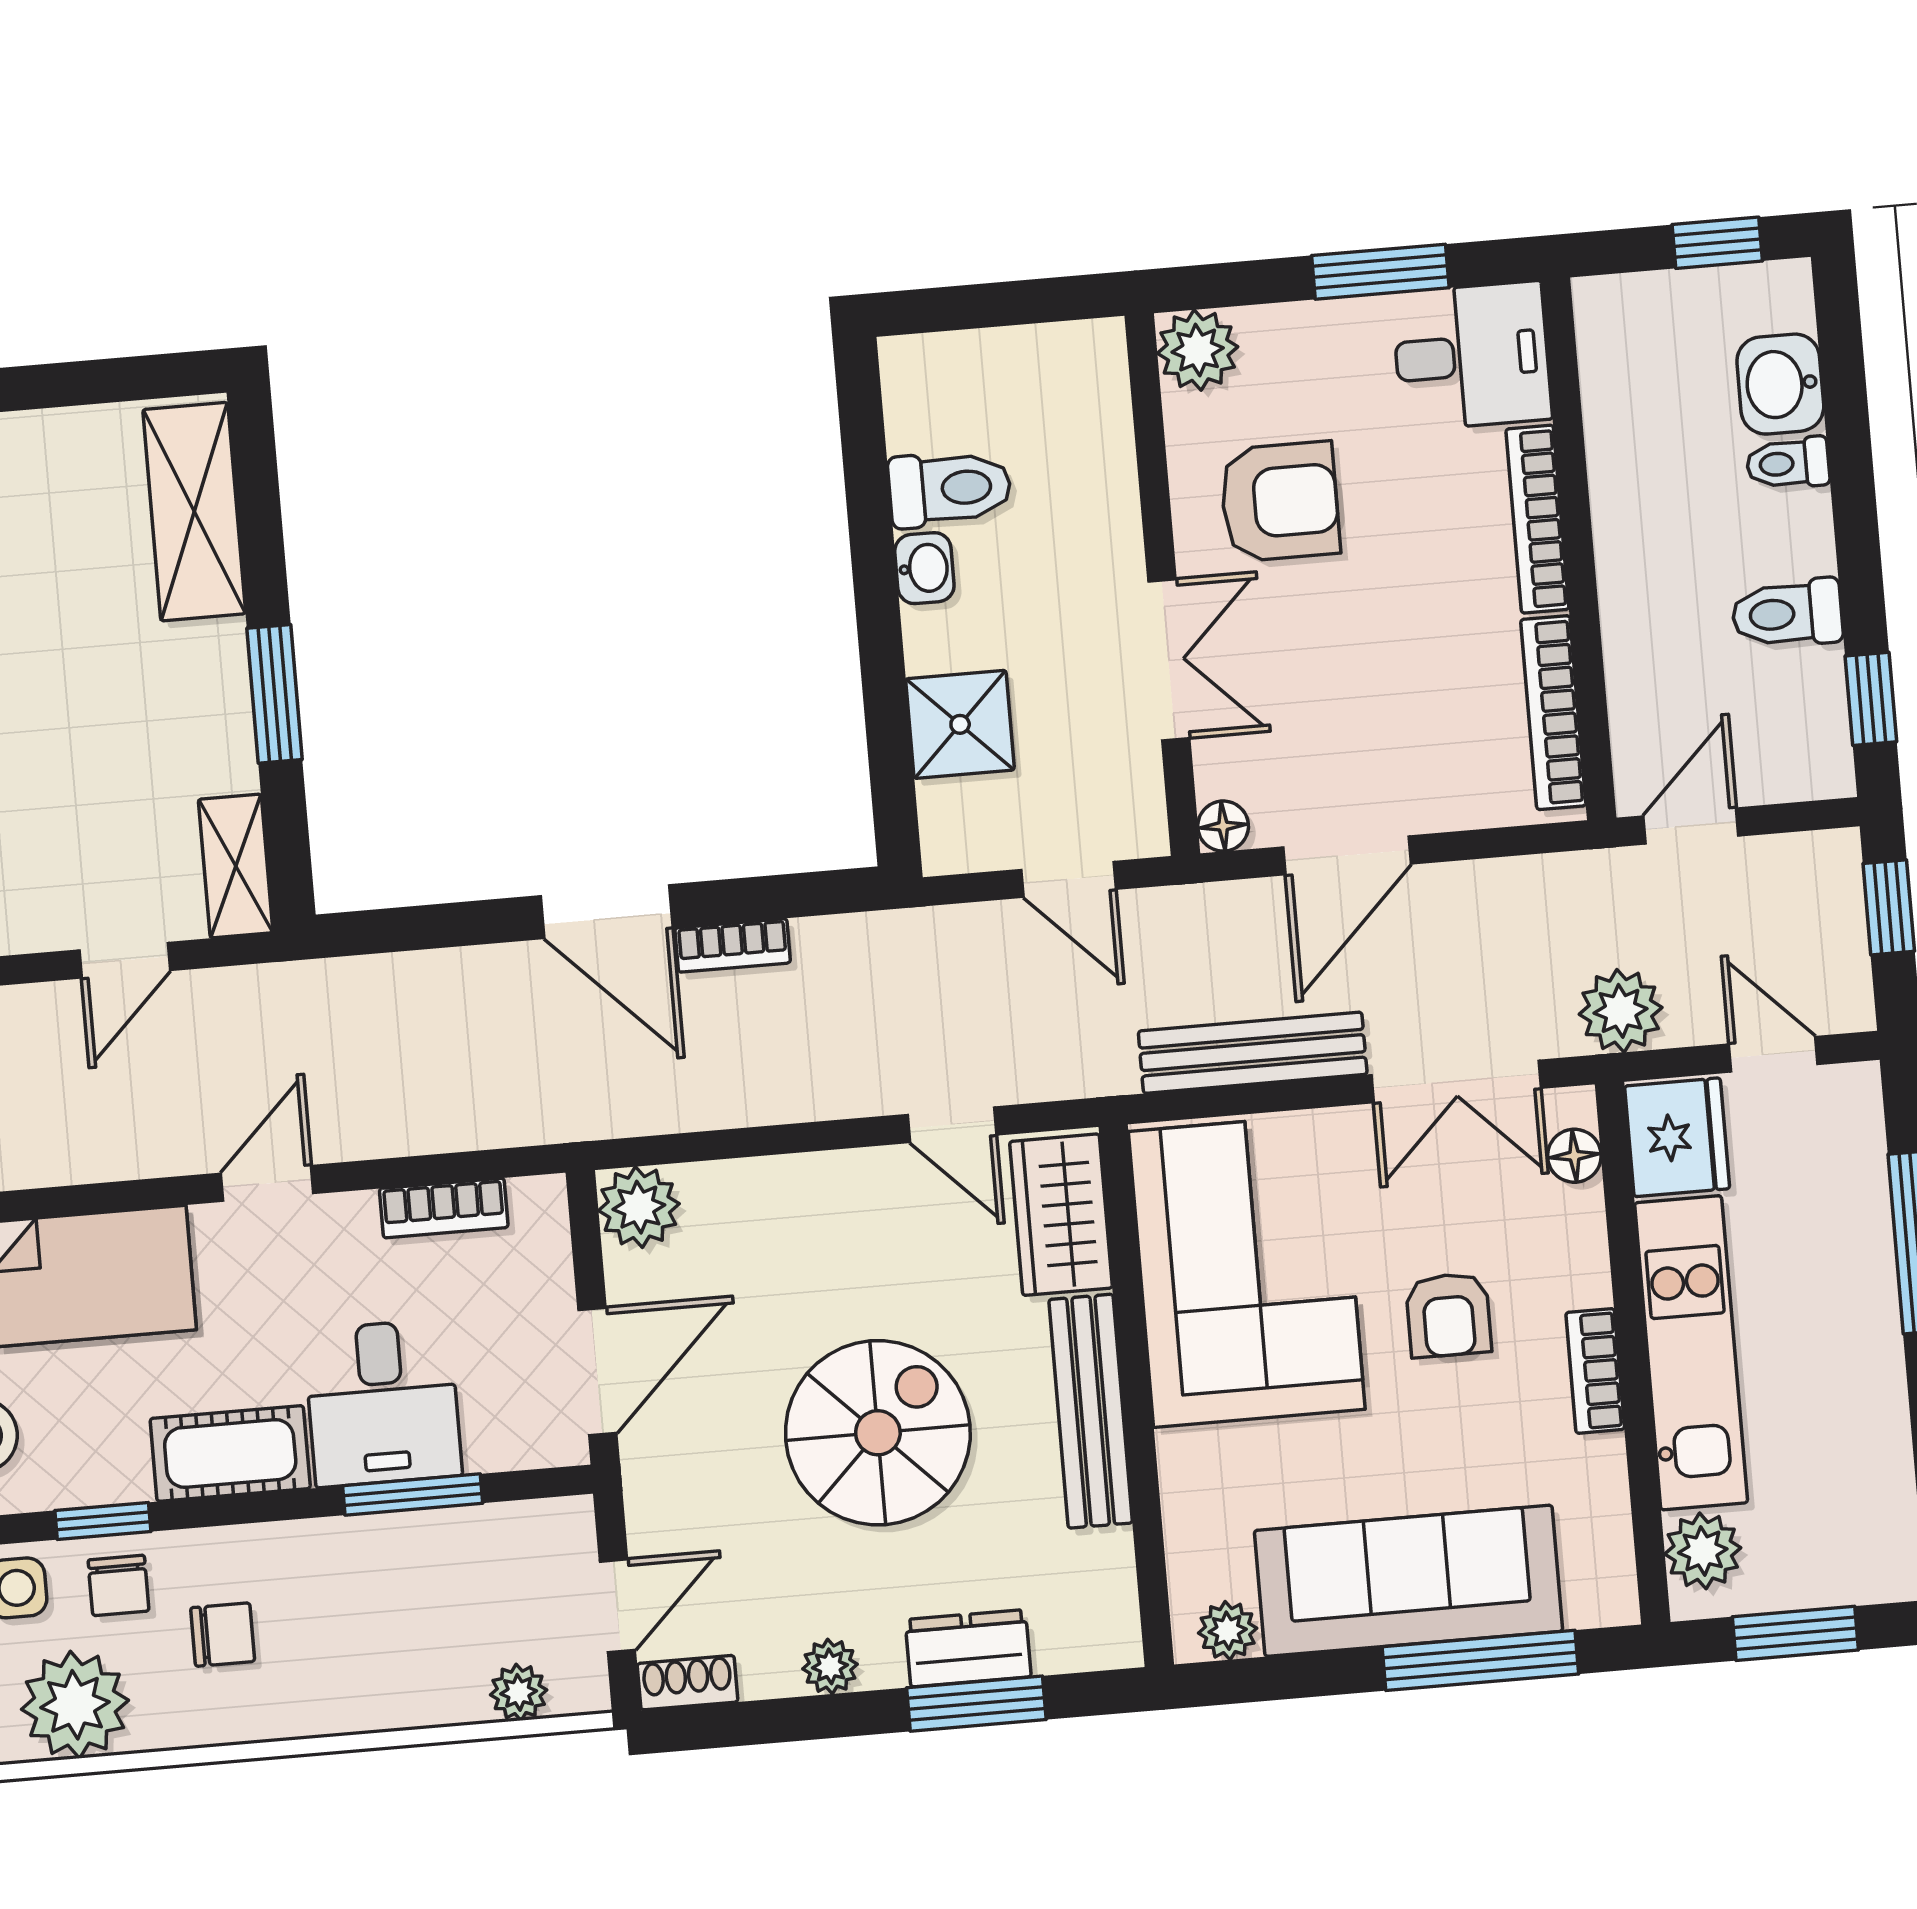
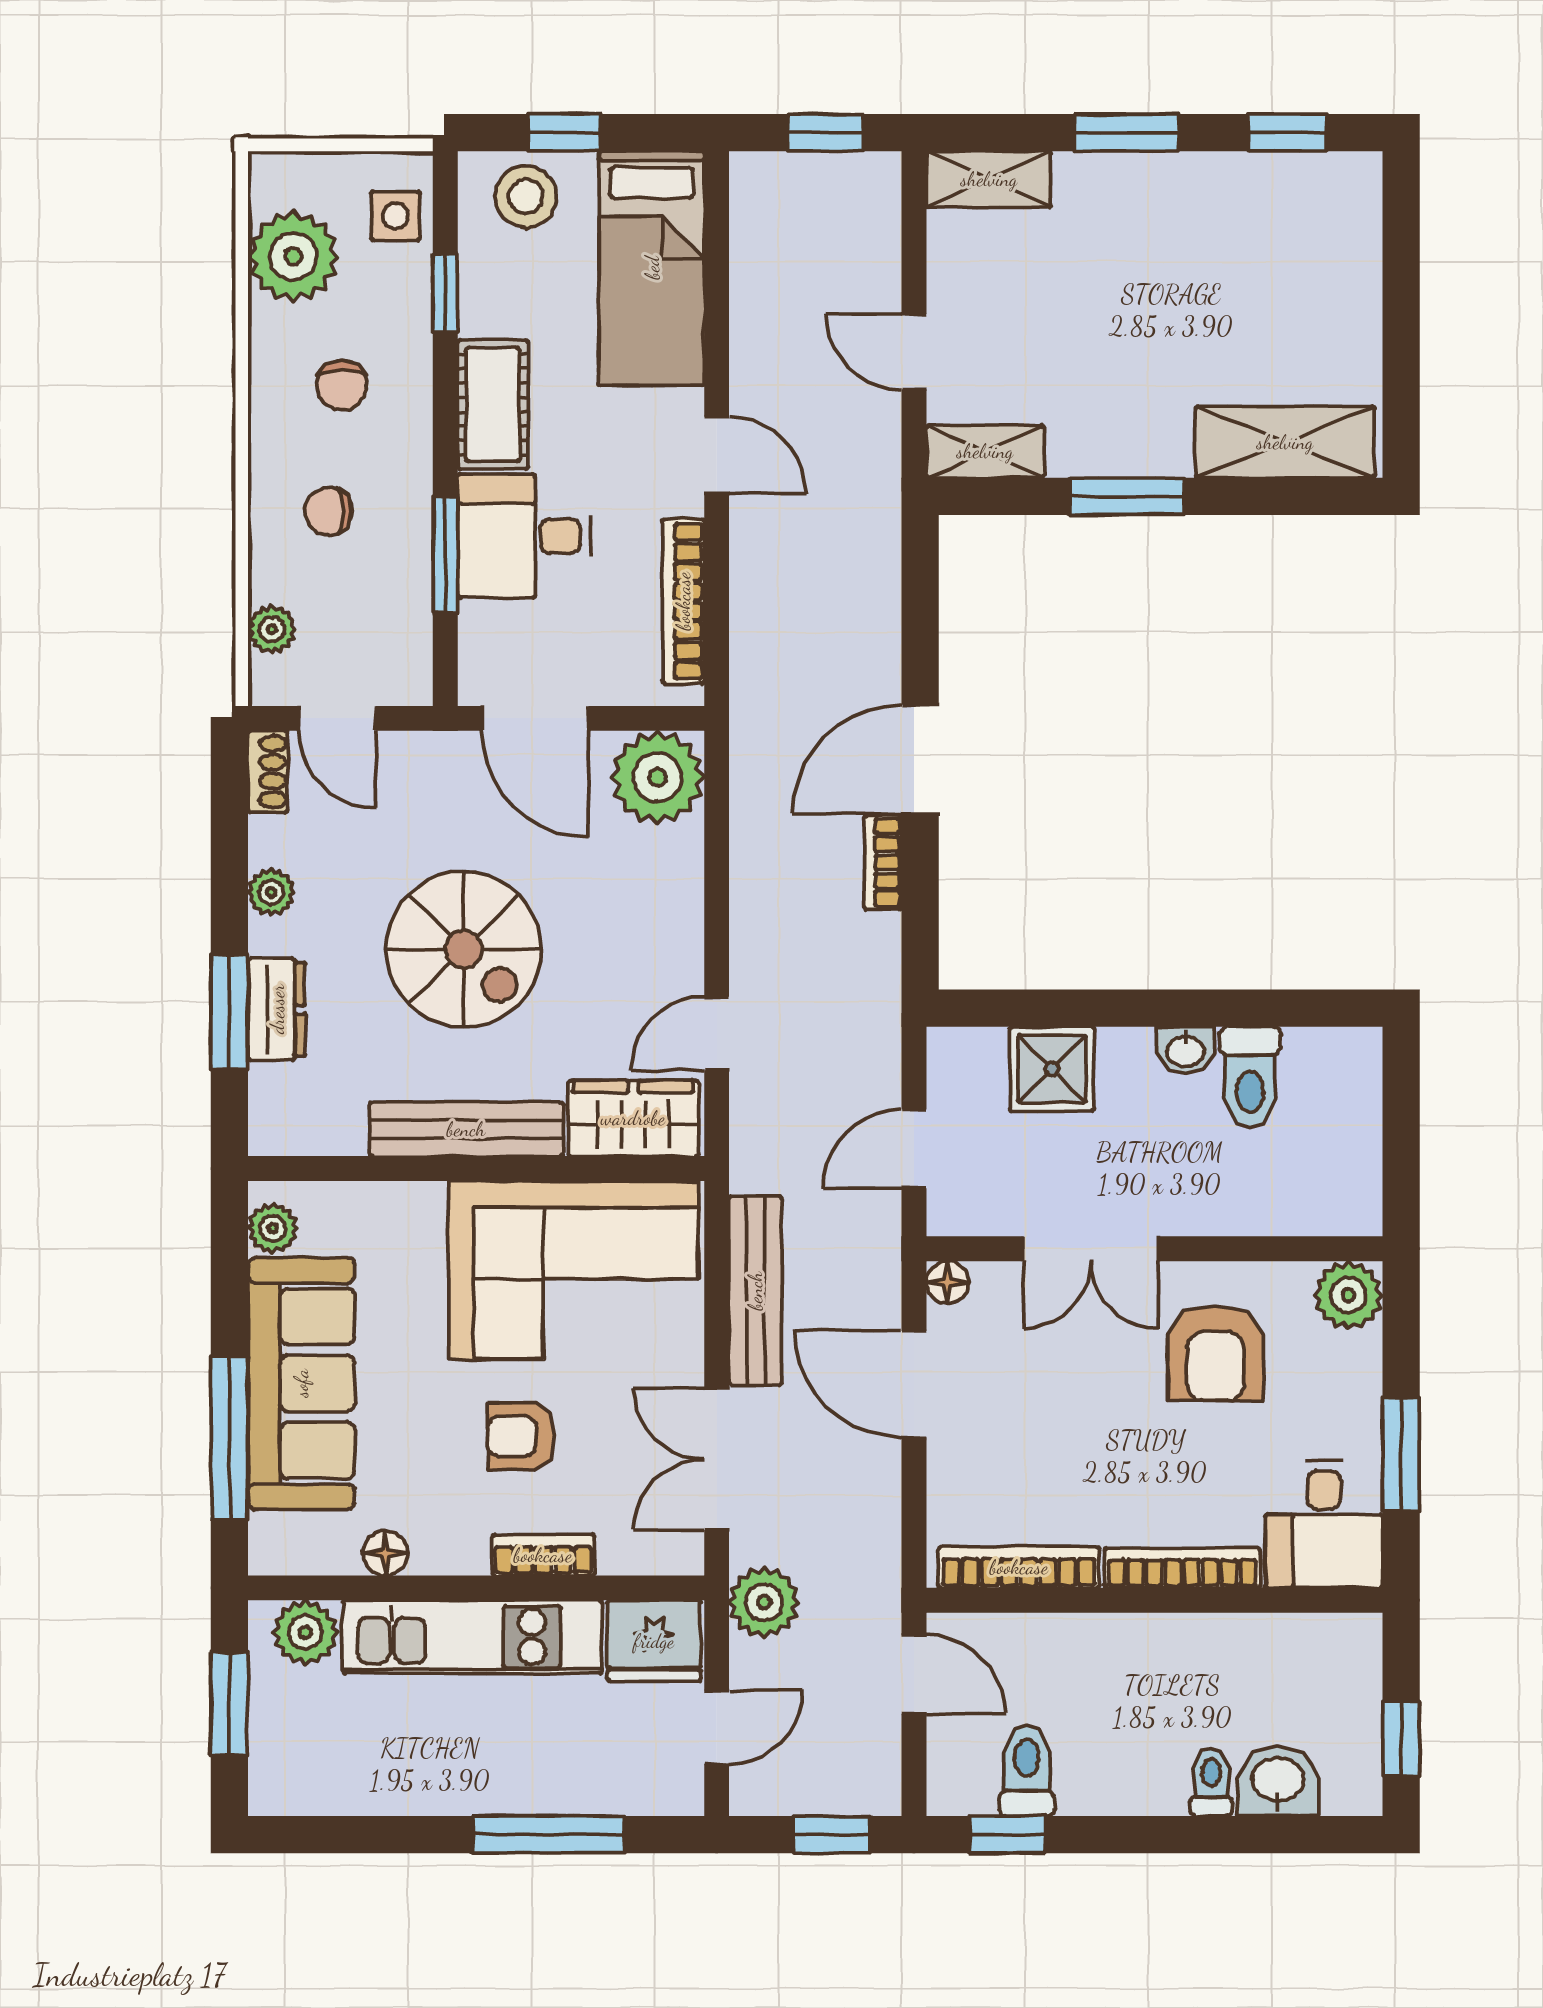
toilet: (1787, 613) -> (1027, 1771), moved
floor lamp: (1574, 1156) -> (385, 1553), moved
plant: (639, 1207) -> (658, 777), width x1.36, depth x1.36
bookcase: (444, 1208) -> (683, 601), width x1.56
bookcase: (1595, 1371) -> (543, 1555), moved
chair: (119, 1585) -> (328, 511), moved

